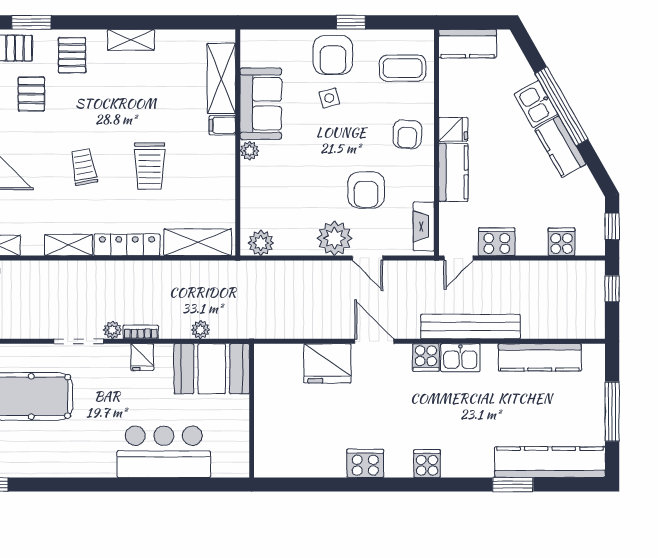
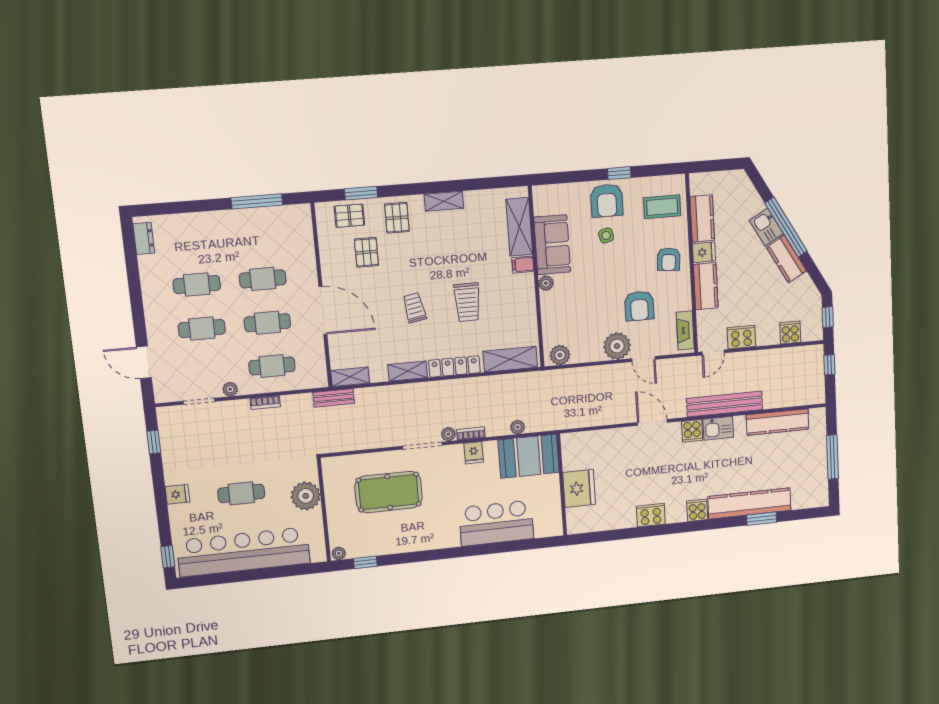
kitchen counter: (468, 44) -> (702, 218), moved, turned -90
fridge: (327, 363) -> (579, 488), moved, turned -90
kitchen counter: (550, 462) -> (749, 503), moved

